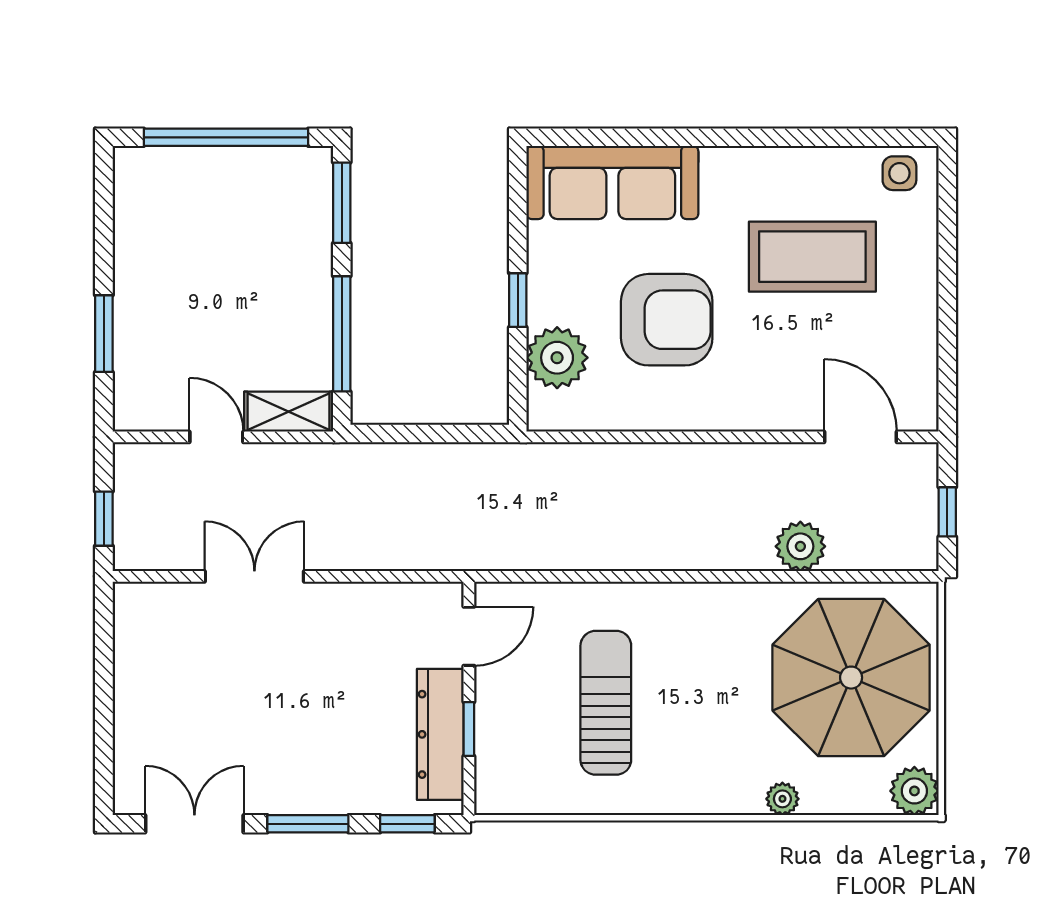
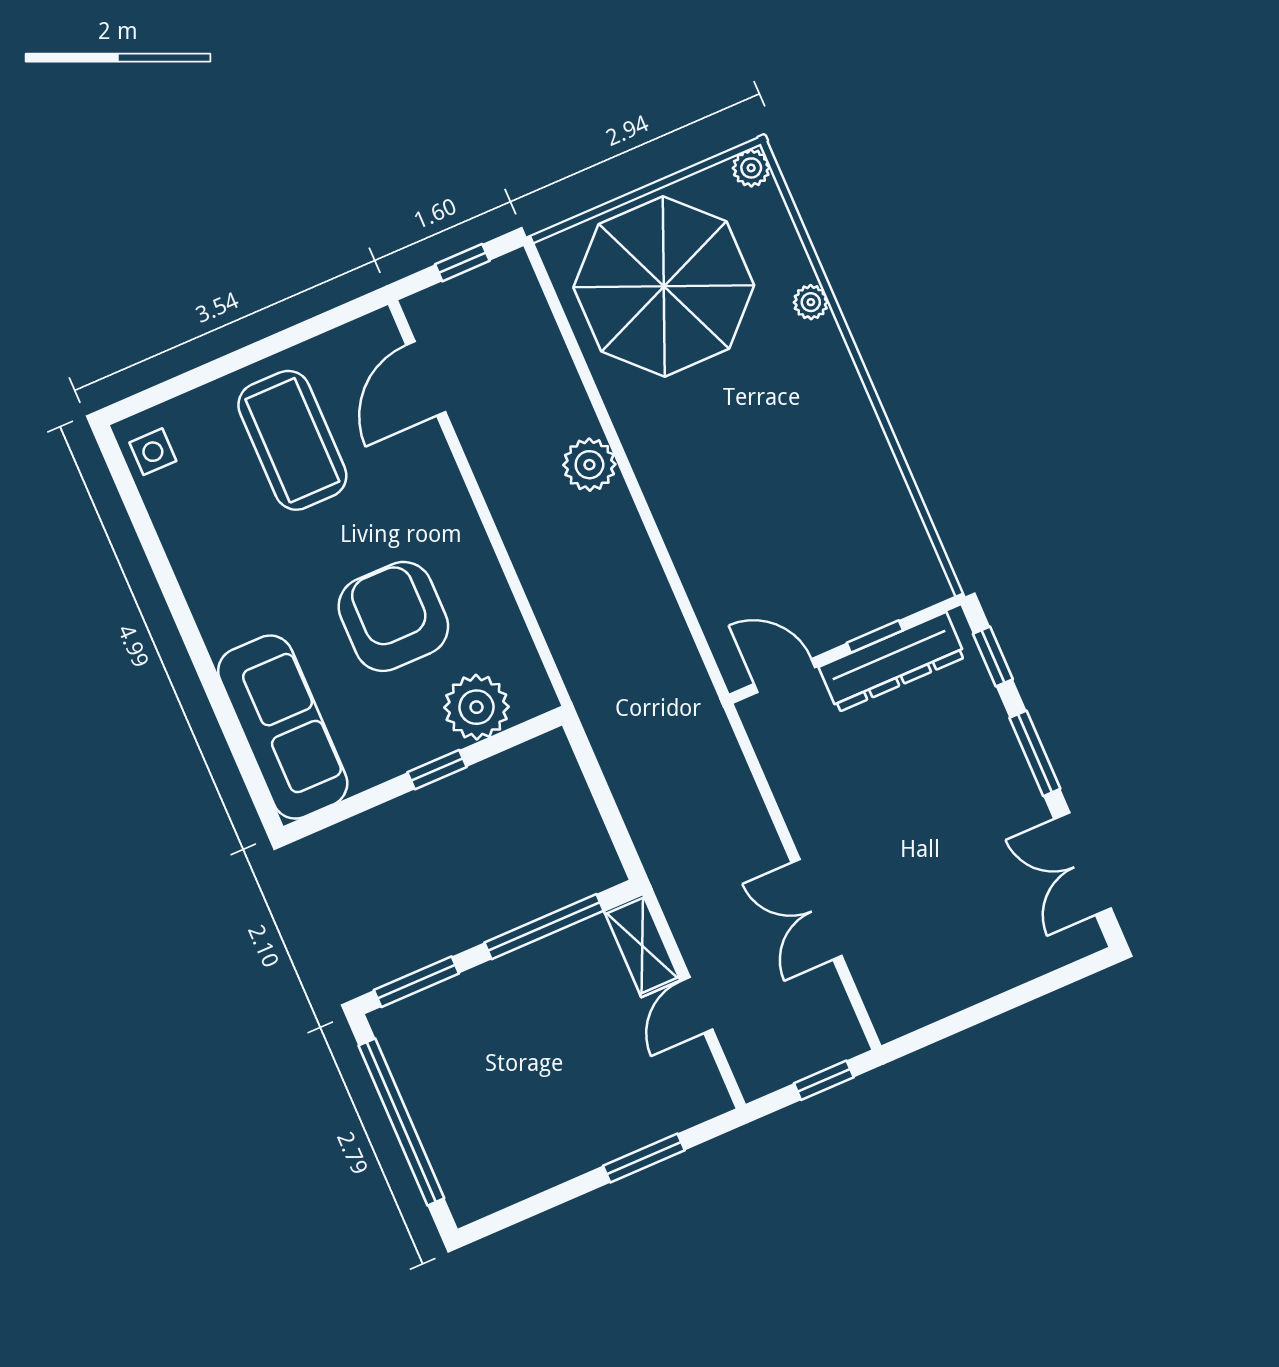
coffee table: (812, 257) -> (292, 440), moved
plant: (800, 546) -> (589, 465), moved
sun lounger: (606, 703) -> (792, 514), removed
plant: (914, 791) -> (751, 168), width x0.73, depth x0.73

